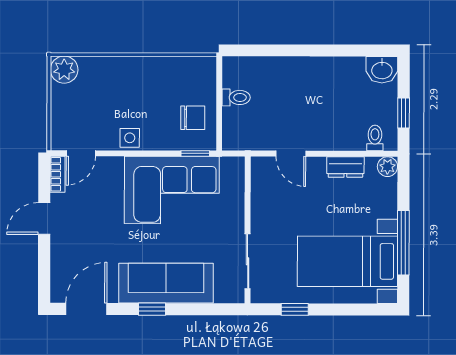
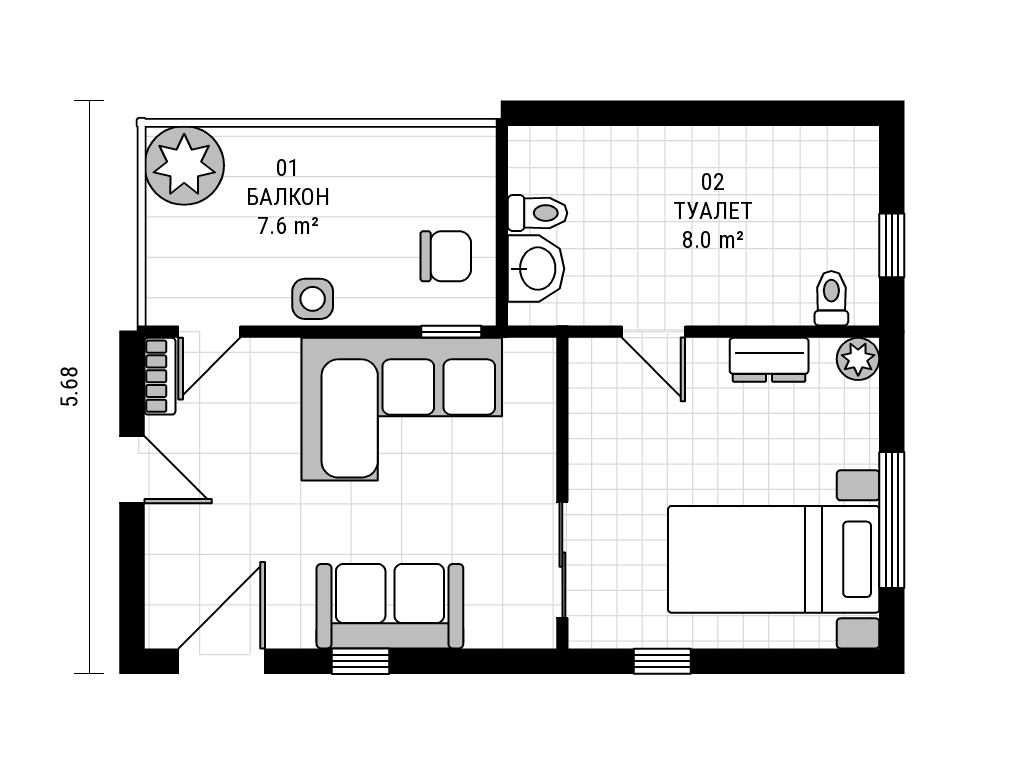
plant: (64, 70) -> (184, 165), width x1.36, depth x1.36
washbasin: (382, 70) -> (536, 269), moved, turned -90
door: (44, 219) -> (132, 470), swing flipped
sofa: (166, 283) -> (390, 606), width x0.73

